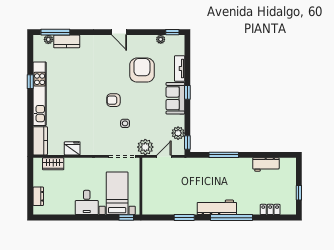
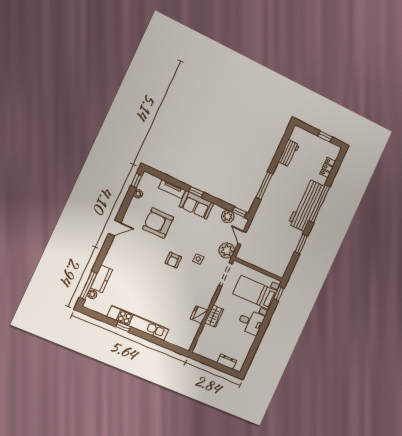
kitchen counter: (40, 141) -> (180, 340), removed
wardrobe: (53, 164) -> (214, 316), moved
workbench: (217, 207) -> (306, 205), width x1.36, depth x1.32

